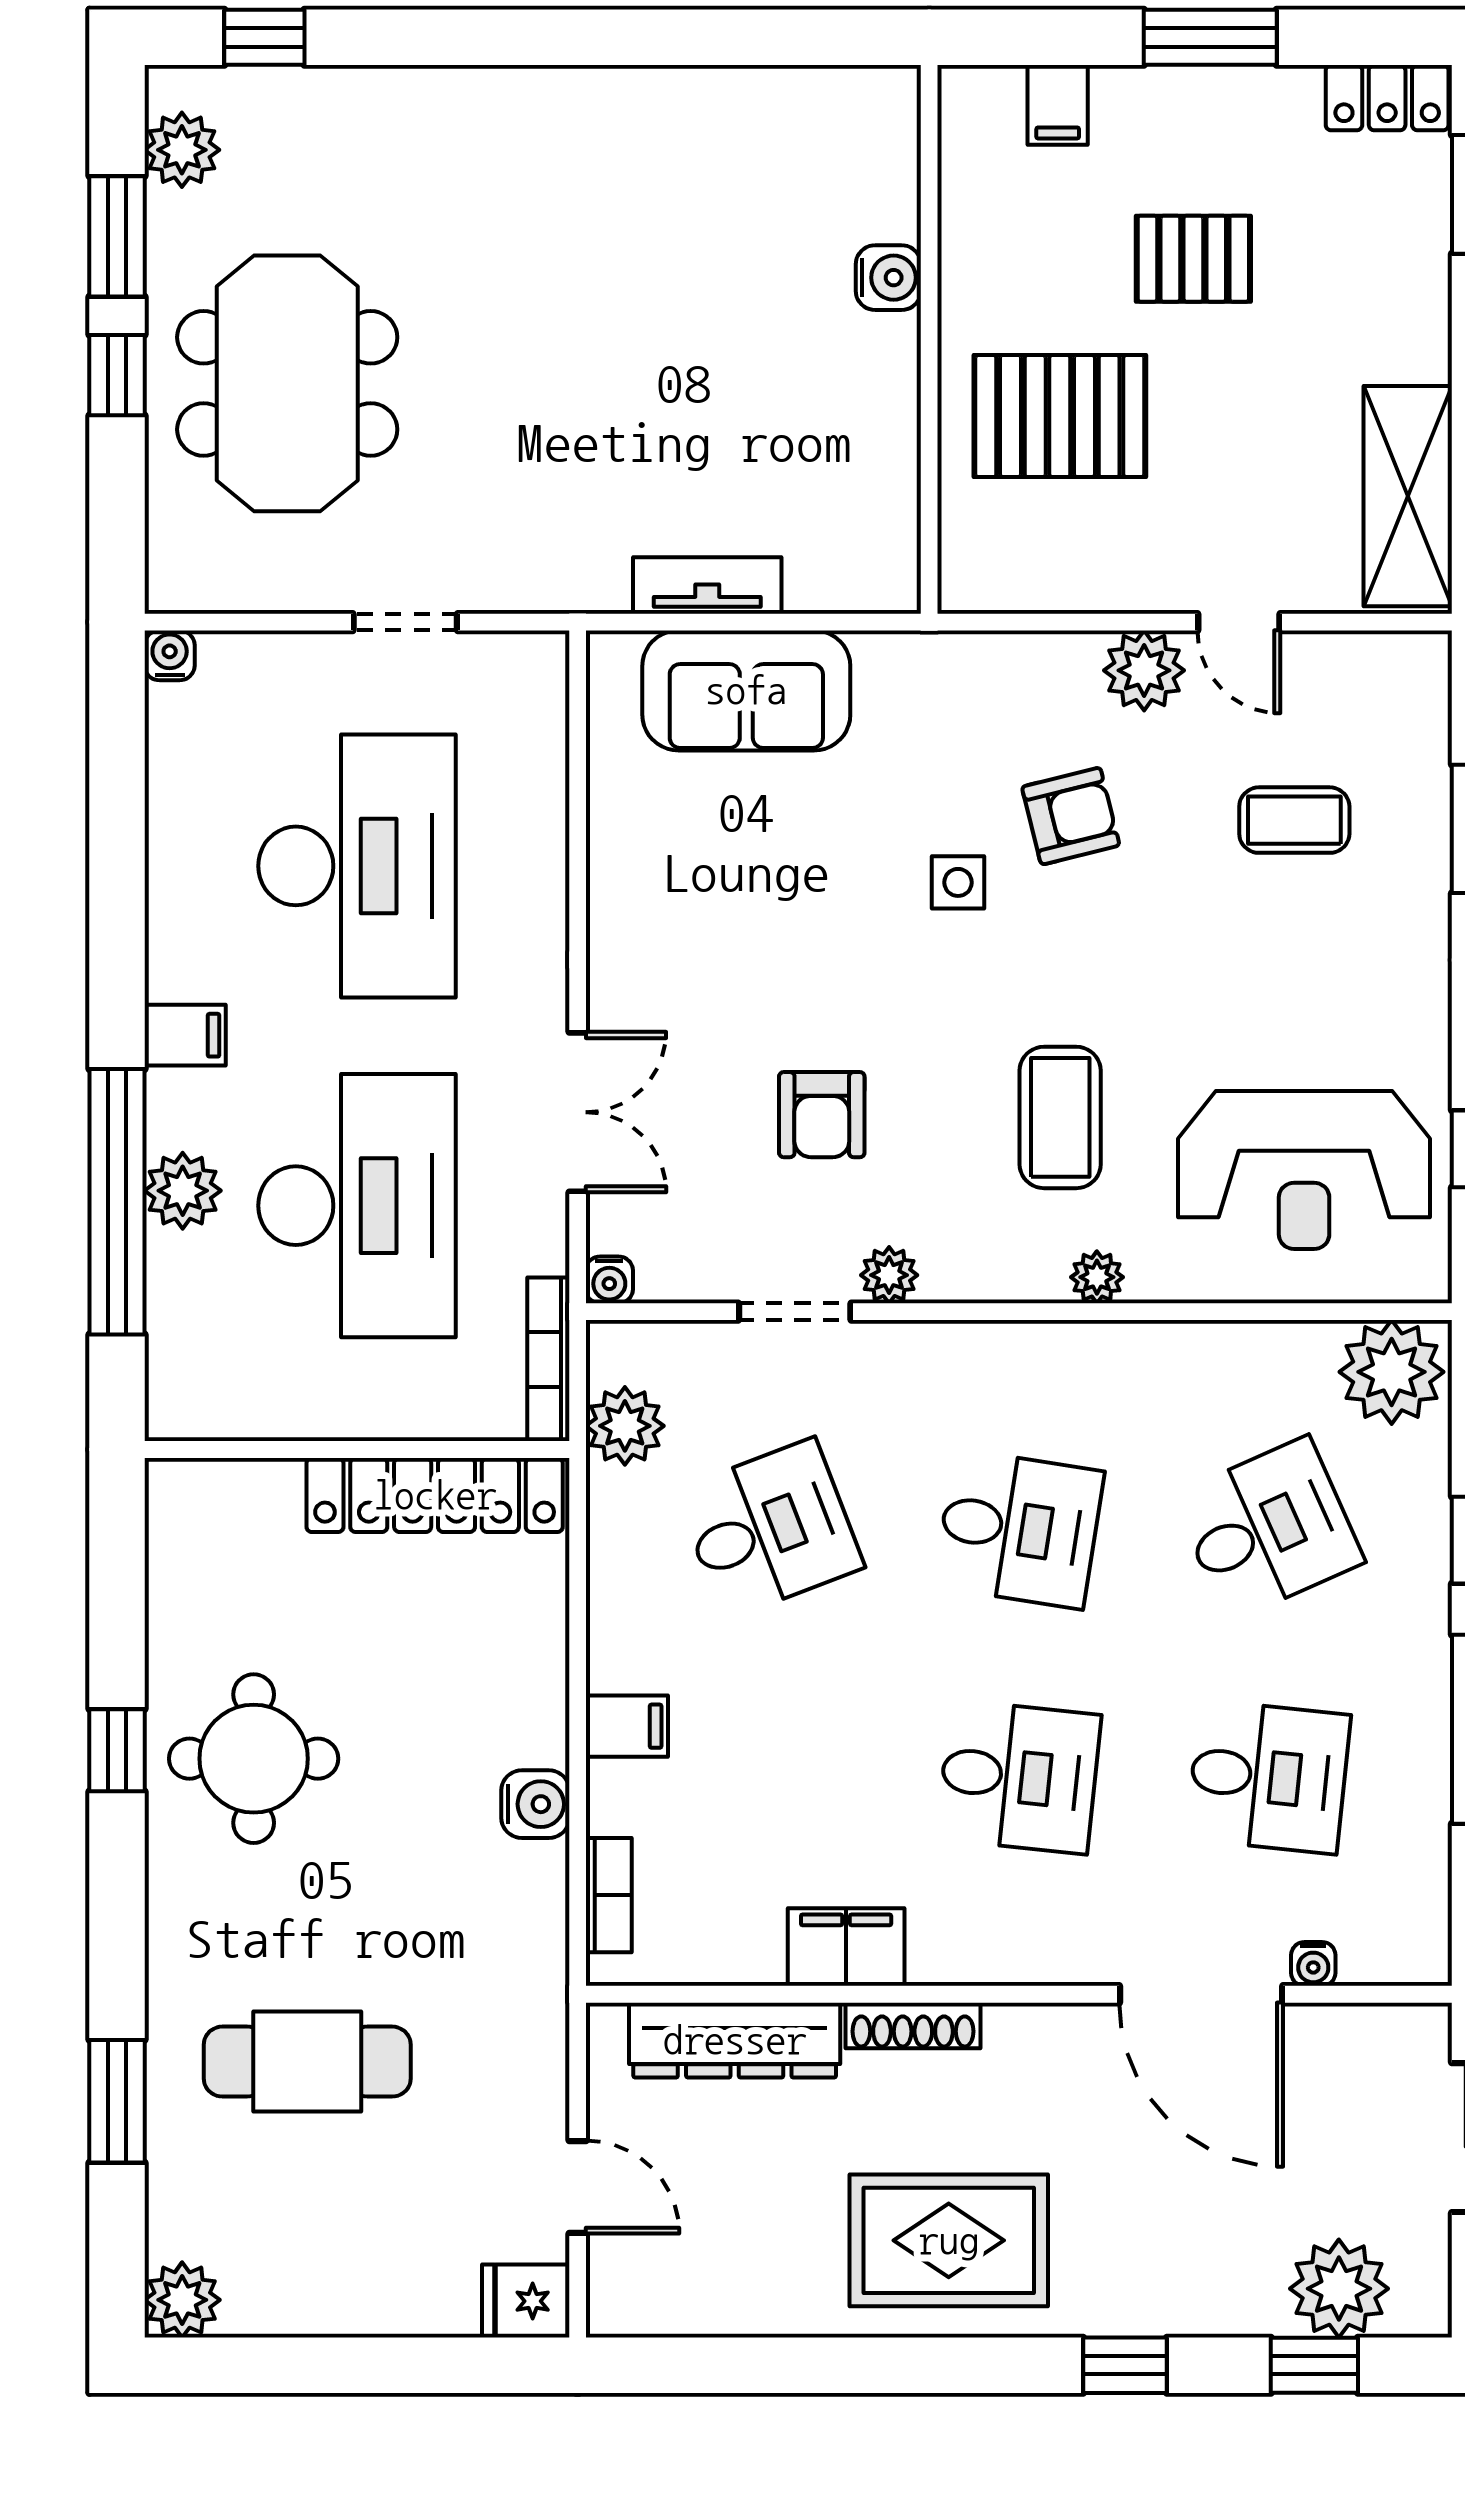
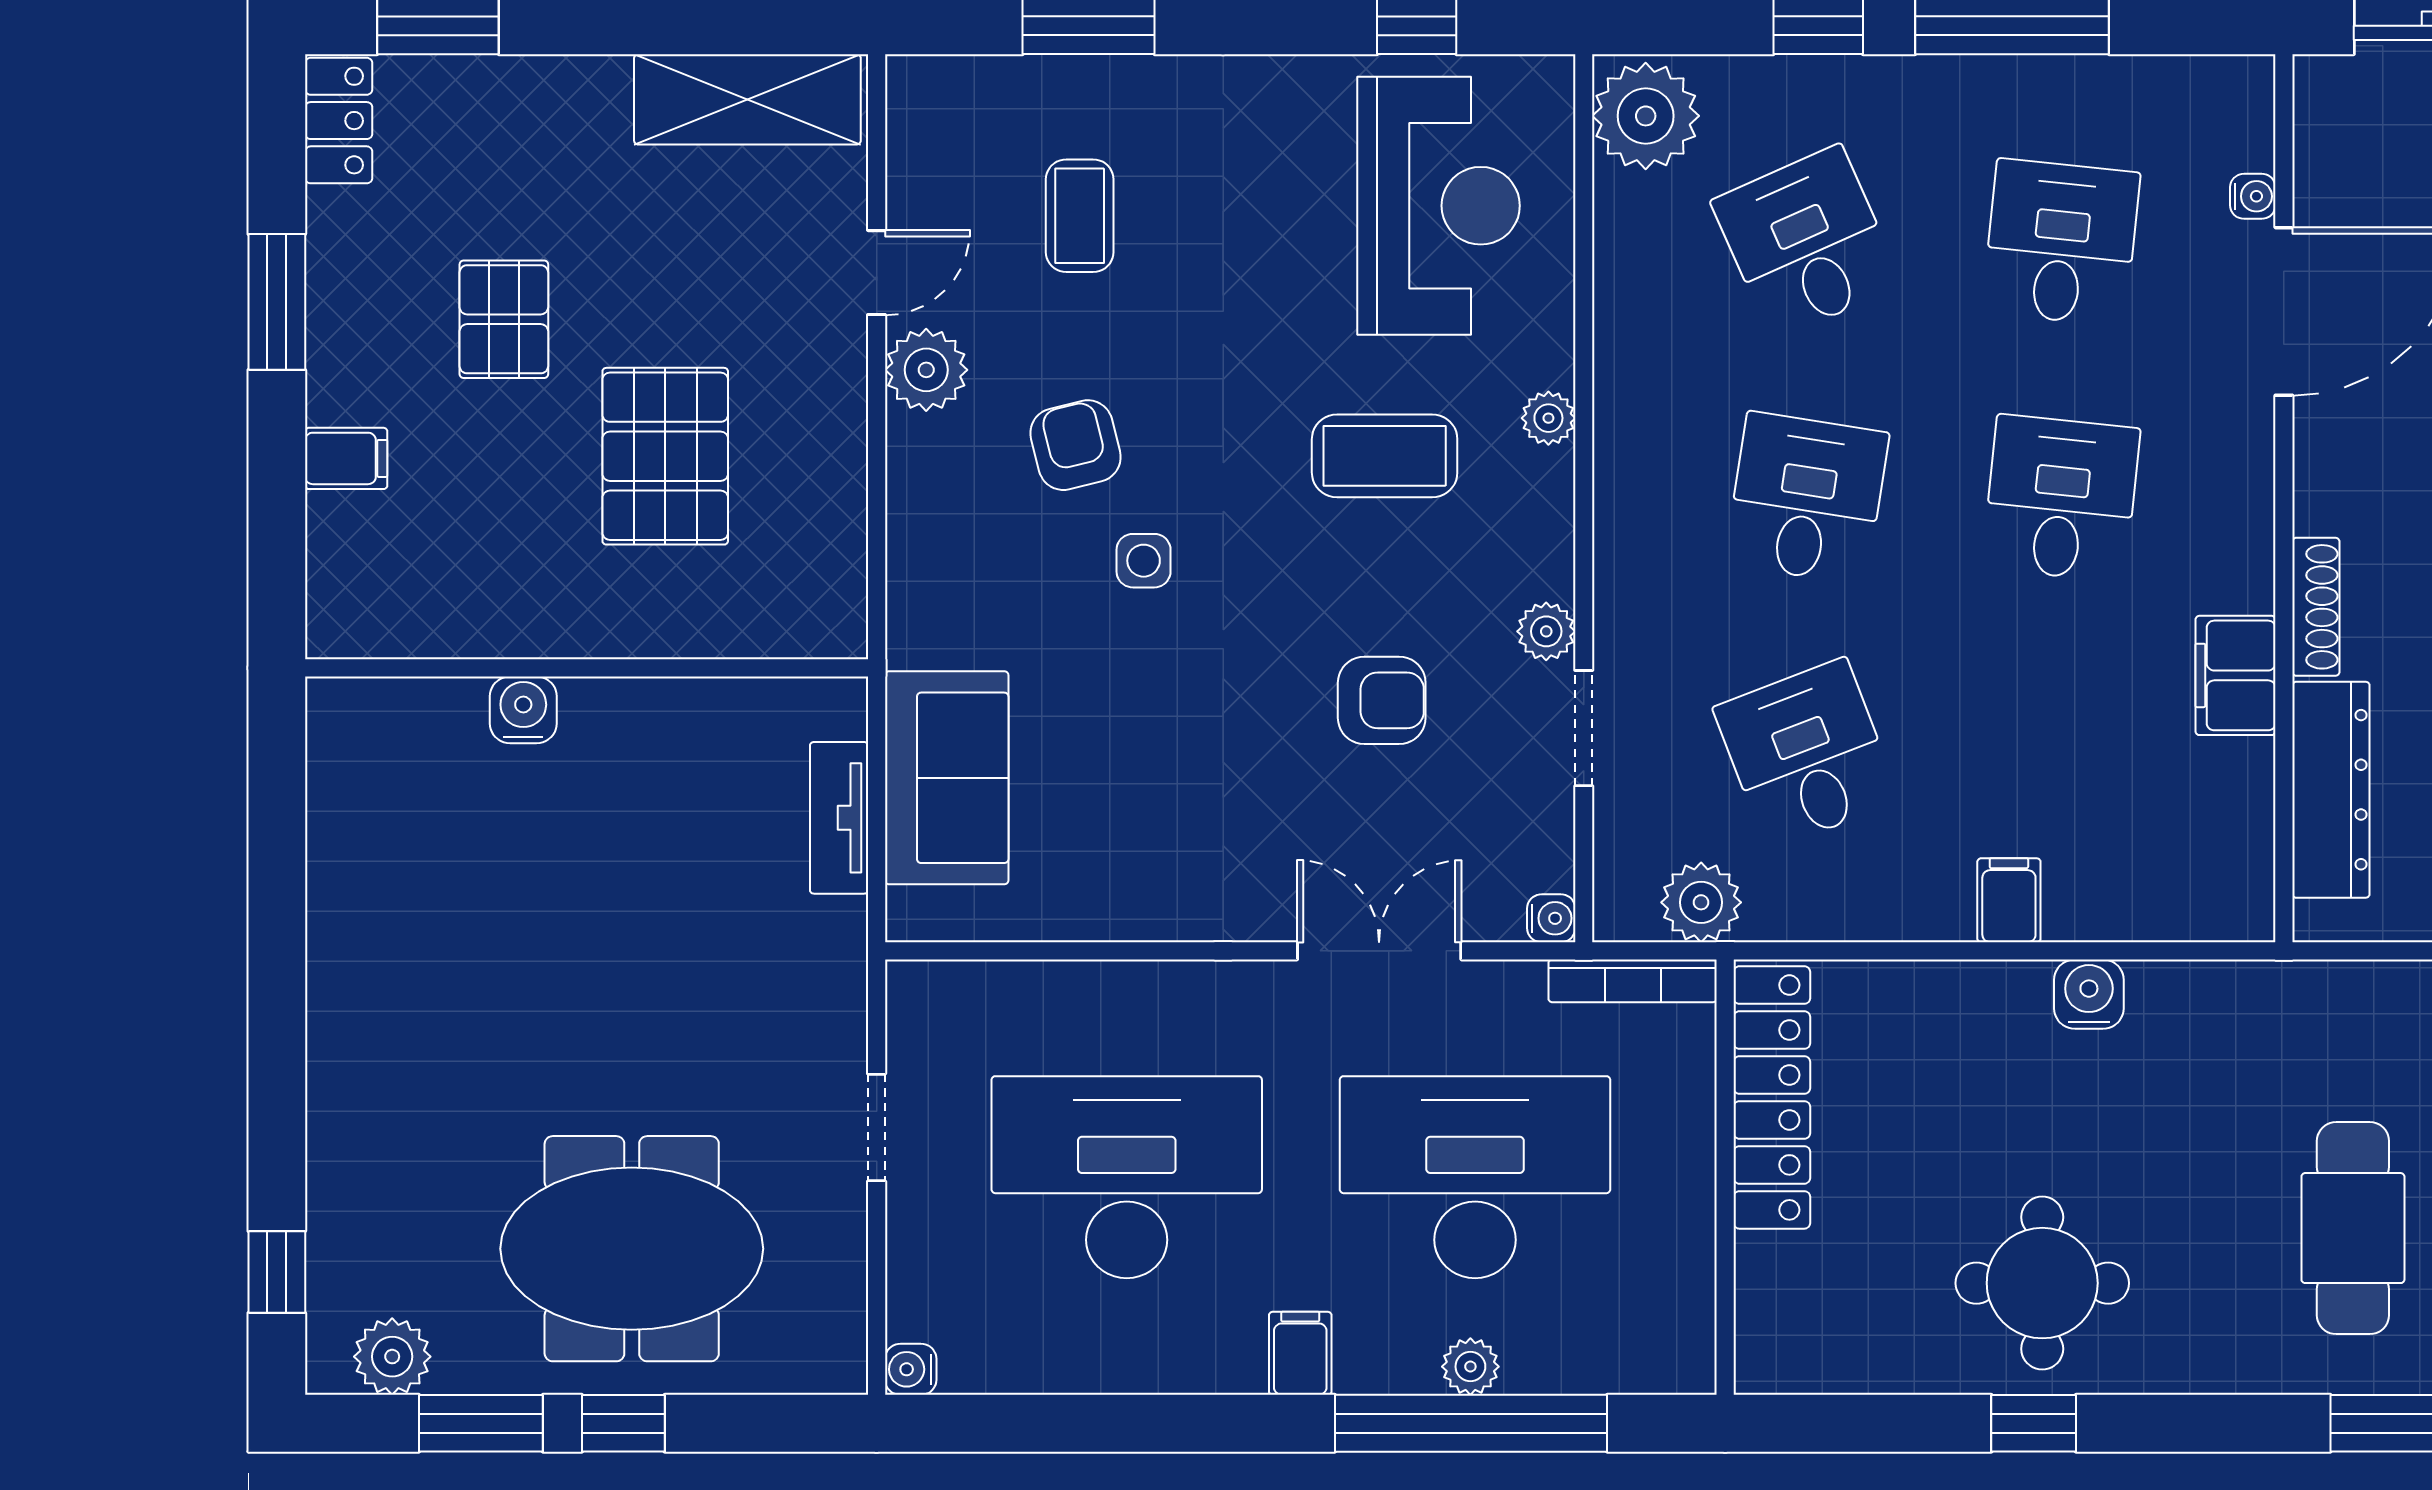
water cooler: (888, 278) -> (523, 710), moved
wall: (929, 339) -> (587, 668), moved
plant: (183, 1191) -> (1470, 1367), width x0.73, depth x0.73
bookcase: (609, 1895) -> (2182, 919), removed

